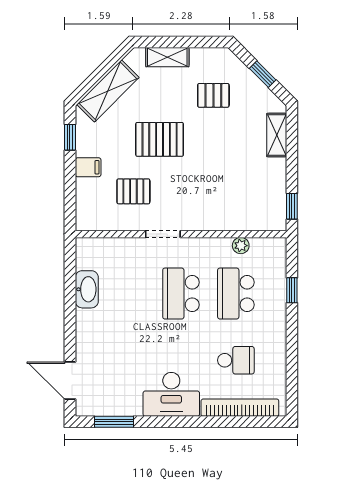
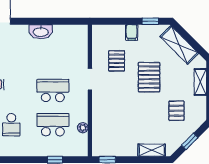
washbasin: (87, 289) -> (41, 32), moved

